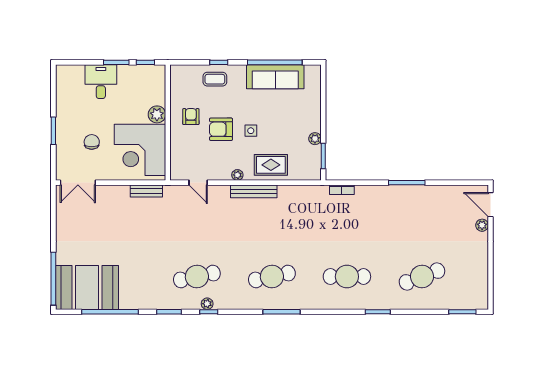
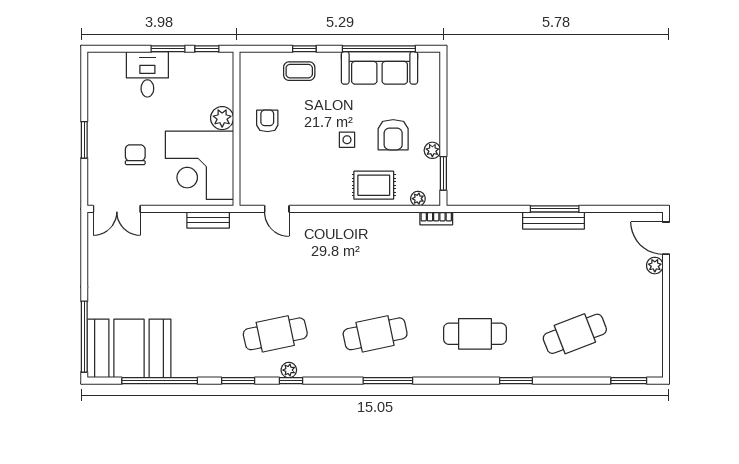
armchair: (221, 129) -> (393, 135), moved, turned -90
plant: (237, 175) -> (418, 199), moved
bookcase: (342, 190) -> (436, 218), moved
bench: (254, 191) -> (554, 220), moved

